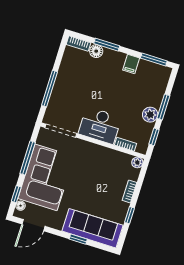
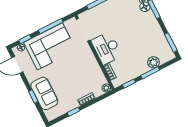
filing cabinet: (131, 64) -> (156, 32), removed
plant: (150, 115) -> (153, 62), moved
sofa: (93, 228) -> (44, 93), width x0.73

